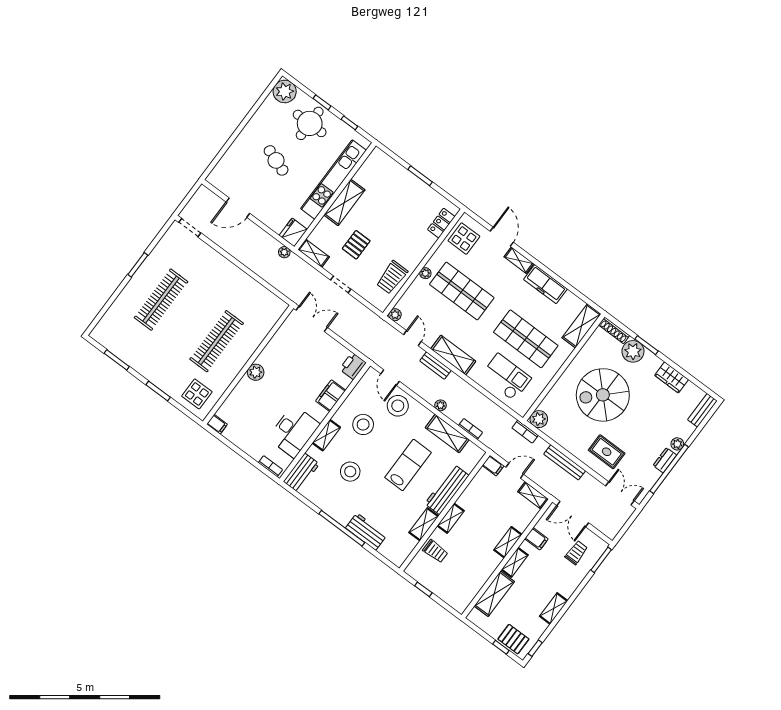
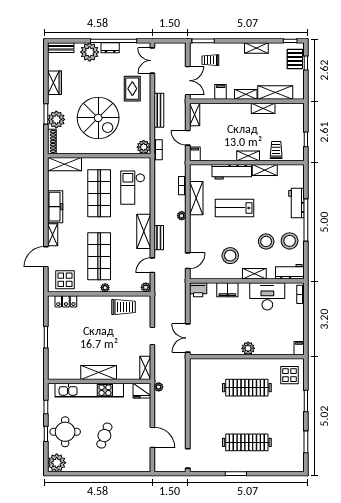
pallet: (356, 245) -> (120, 345), removed
stool: (398, 406) -> (290, 241), moved
plant: (677, 444) -> (90, 52), width x1.87, depth x1.87
shelving: (508, 542) -> (263, 108), moved

